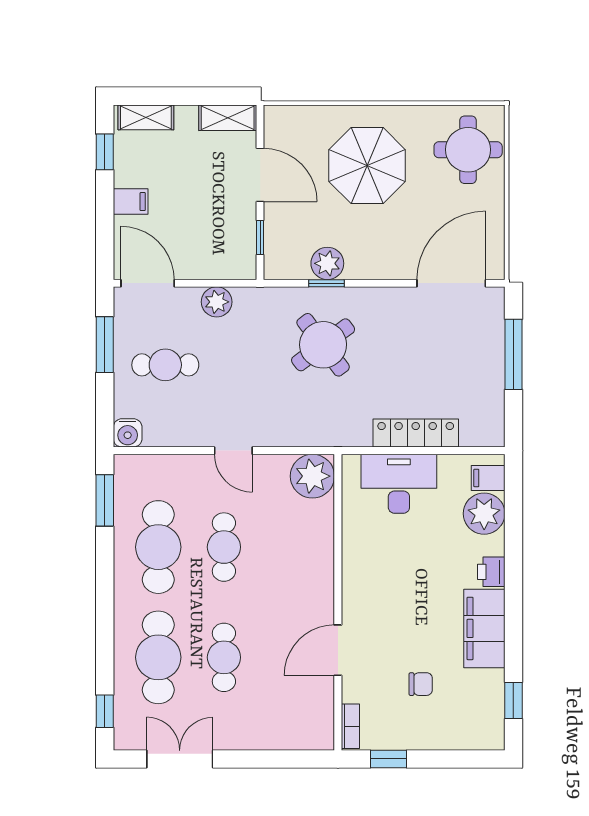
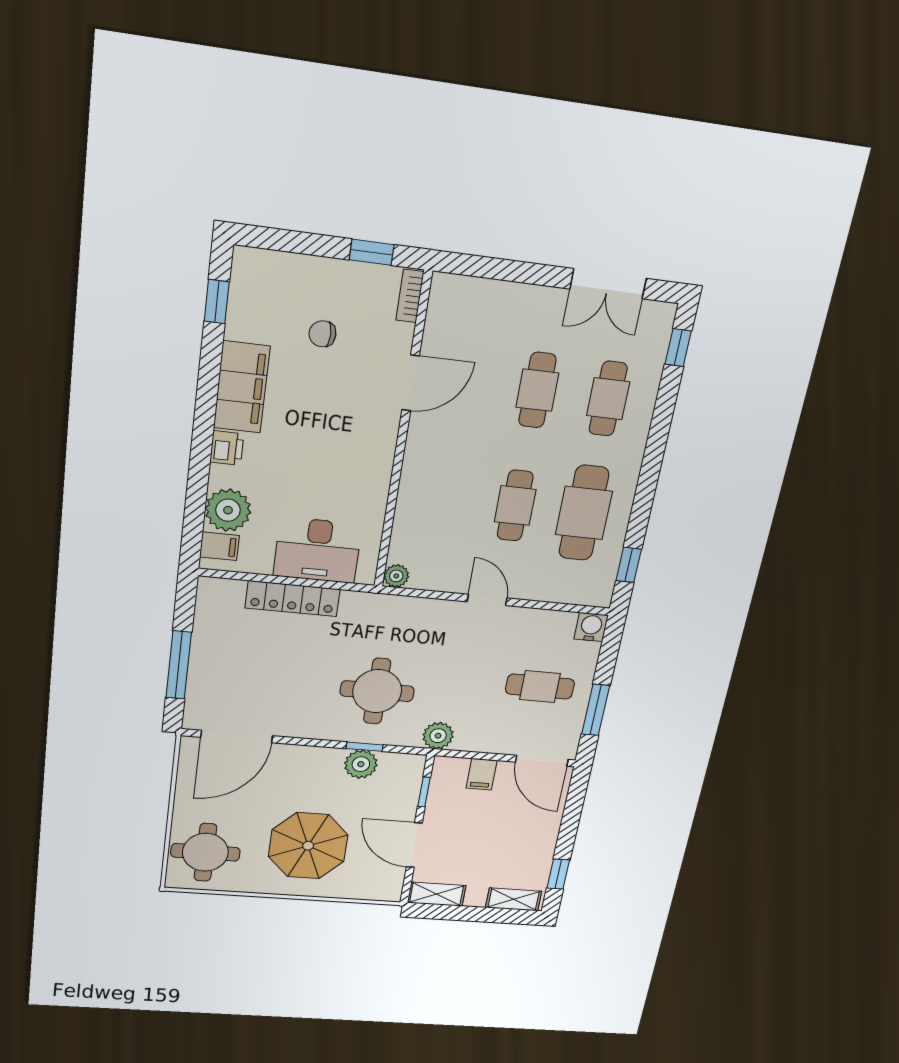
filing cabinet: (131, 202) -> (482, 774), moved, turned -90
plant: (217, 302) -> (438, 736), moved
round table: (323, 345) -> (377, 691), turned 37
plant: (312, 476) -> (396, 576), width x0.53, depth x0.53
window: (105, 500) -> (629, 565), width x0.67
cafe table: (158, 657) -> (608, 399), width x0.73, depth x0.74

